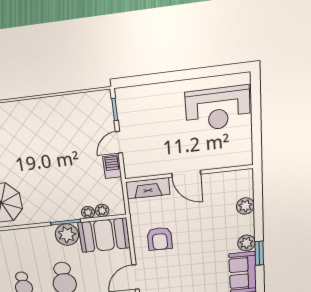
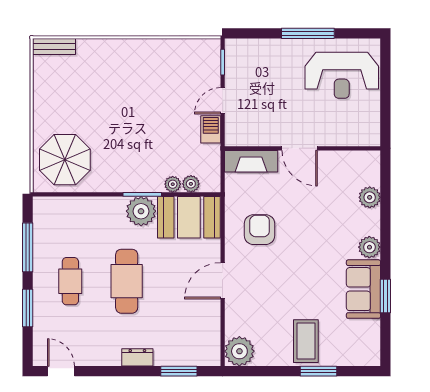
window: (186, 75) -> (308, 33), added
armchair: (160, 239) -> (260, 230), turned 180
window: (259, 253) -> (385, 296), moved

